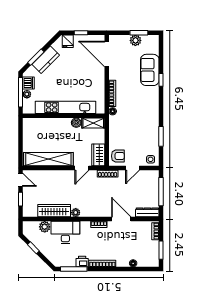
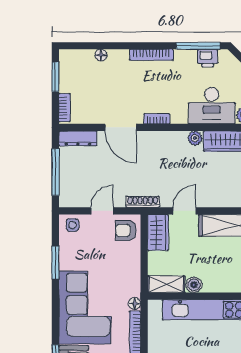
corner sofa: (143, 109) -> (85, 307), added
printer: (82, 262) -> (208, 58), moved

